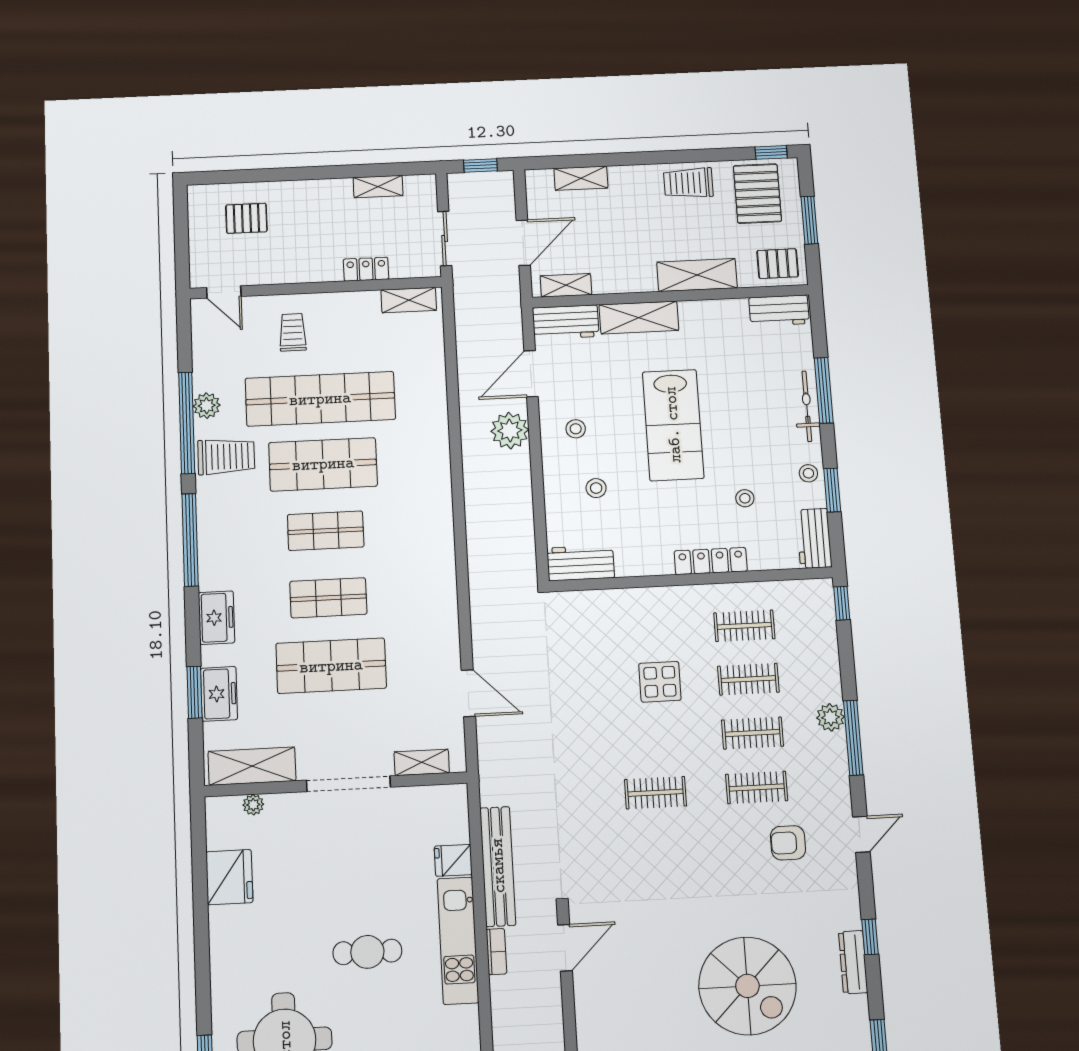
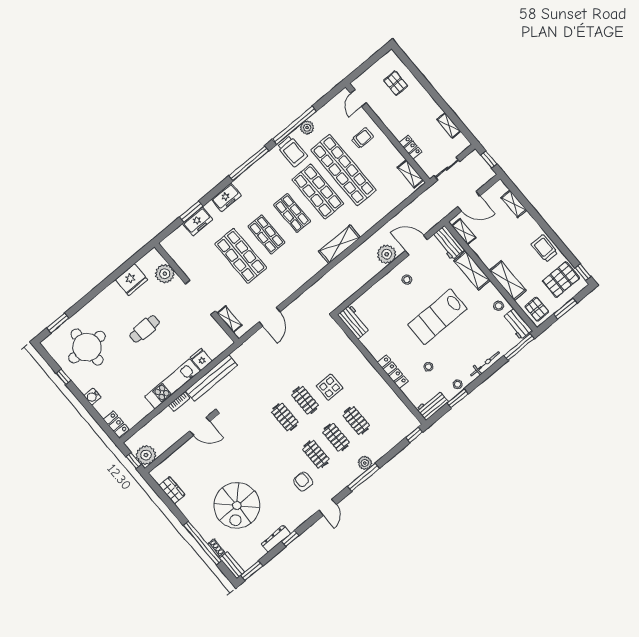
window: (824, 390) -> (519, 347), moved
stool: (596, 488) -> (499, 306), moved
clothes rail: (744, 626) -> (305, 400), moved
shelving: (252, 766) -> (339, 244), moved, turned 90
plant: (253, 805) -> (165, 274), width x1.88, depth x1.88
door: (861, 834) -> (328, 507), hinge flipped
cafe table: (367, 952) -> (145, 329), moved, turned 90

